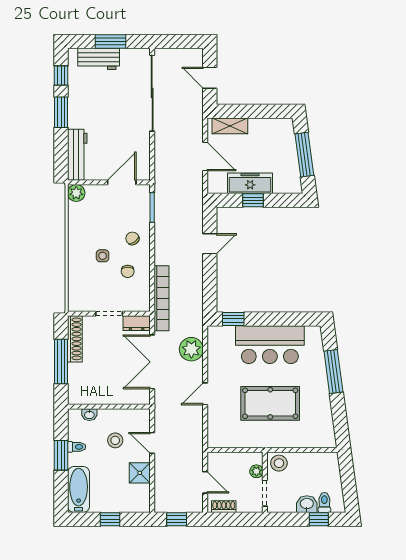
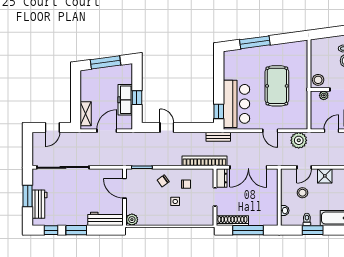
bench: (196, 318) -> (218, 137), added
bar counter: (270, 345) -> (236, 104), moved
plant: (191, 349) -> (299, 140), moved

